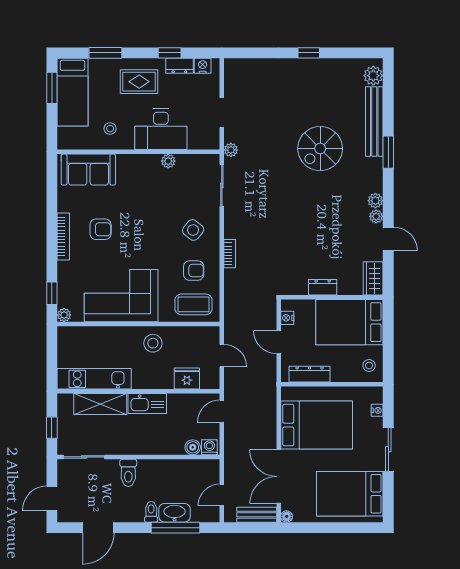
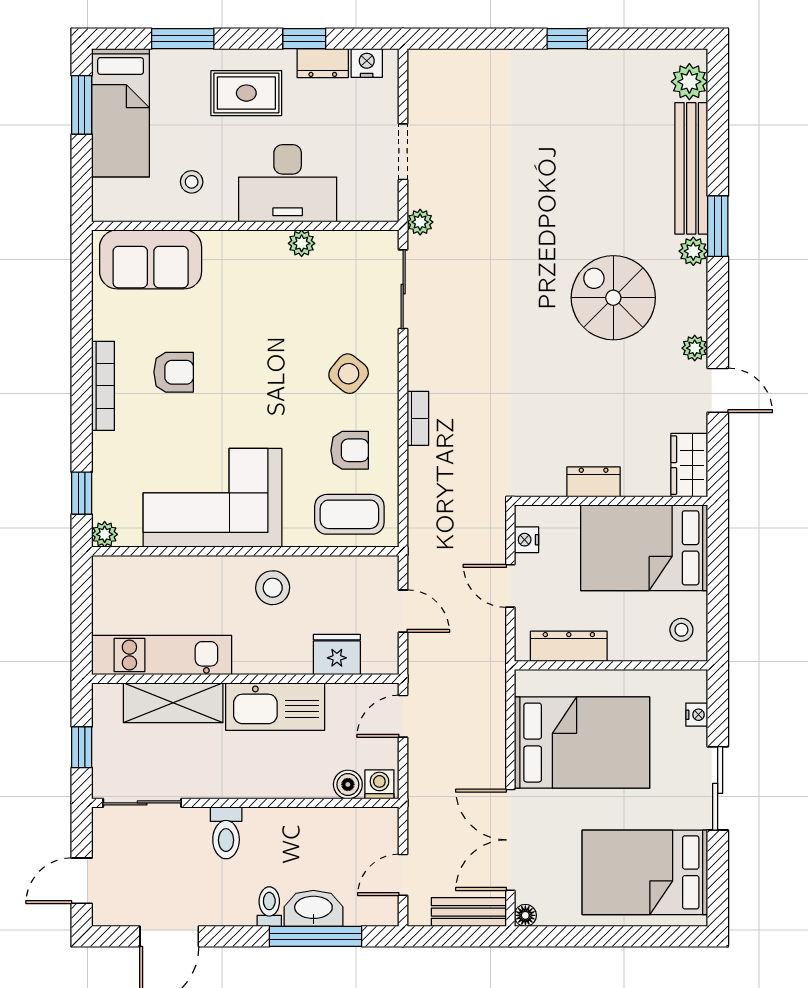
spiral stairs: (320, 149) -> (613, 298), moved, turned 90
plant: (375, 201) -> (693, 251), moved
kitchen sink: (147, 404) -> (275, 707), width x1.36, depth x1.24

